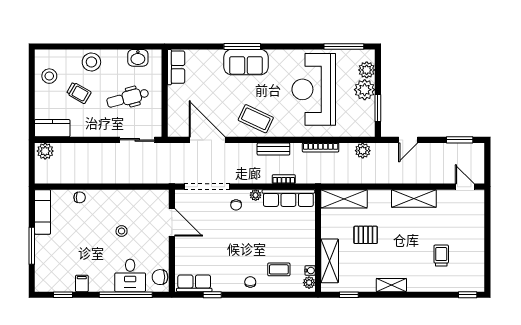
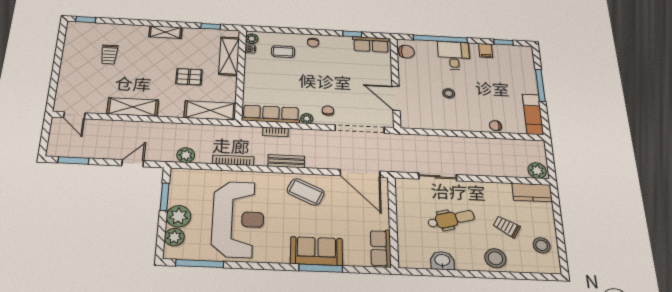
row of seats: (176, 67) -> (381, 248), moved
wall: (165, 93) -> (393, 222), moved
desk: (130, 275) -> (454, 56), moved

